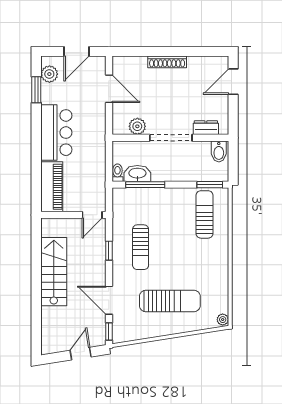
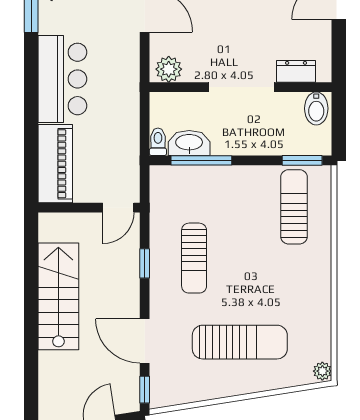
plant: (137, 126) -> (169, 69), moved

